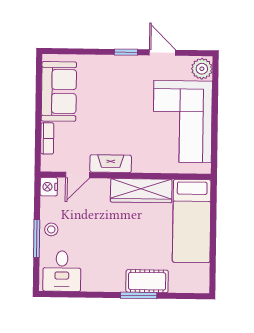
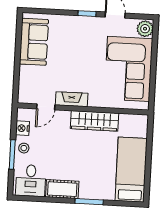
bookcase: (47, 138) -> (24, 78), removed
nightstand: (49, 187) -> (23, 128), moved
bed: (192, 221) -> (131, 170), moved, turned 180
cot: (147, 281) -> (62, 189), moved

